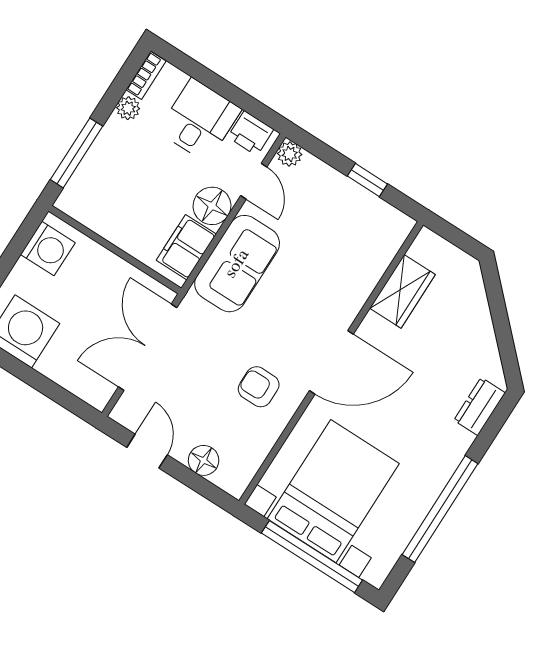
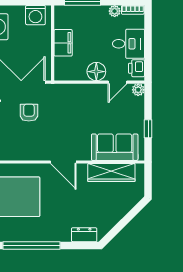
filing cabinet: (186, 247) -> (63, 43), moved, turned 90
sofa: (237, 264) -> (115, 147), moved, turned 180
wardrobe: (403, 291) -> (111, 173), width x1.50
door: (331, 362) -> (63, 162), width x0.73
armchair: (259, 387) -> (29, 113), moved

